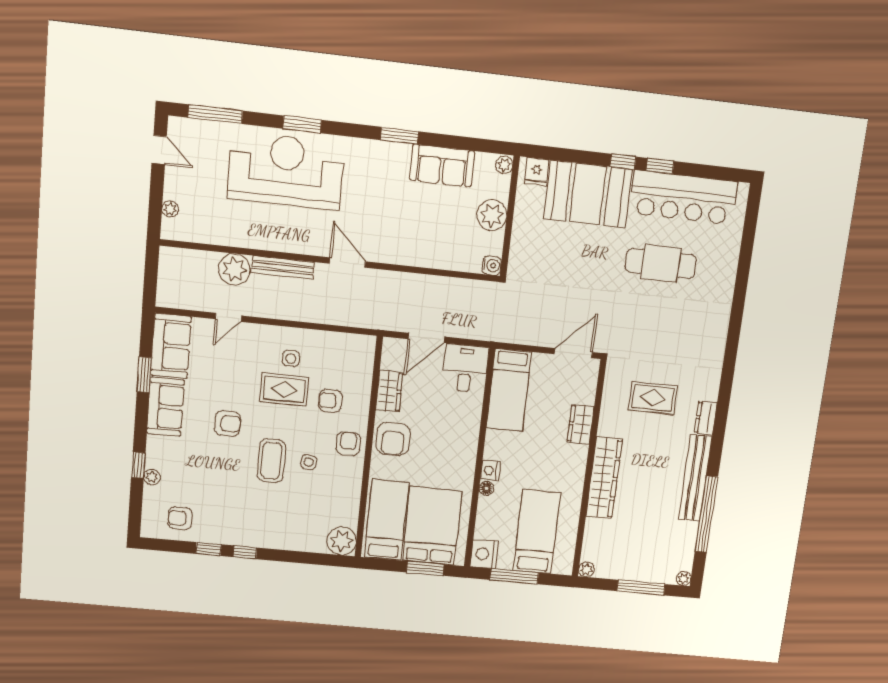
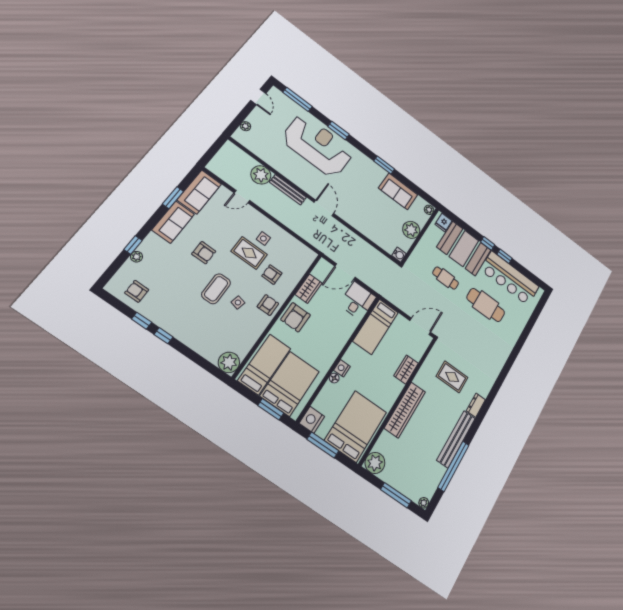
cafe table: (579, 259) -> (446, 278), added
bed: (537, 532) -> (356, 426), width x1.50
plant: (586, 569) -> (375, 463), width x1.88, depth x1.88

